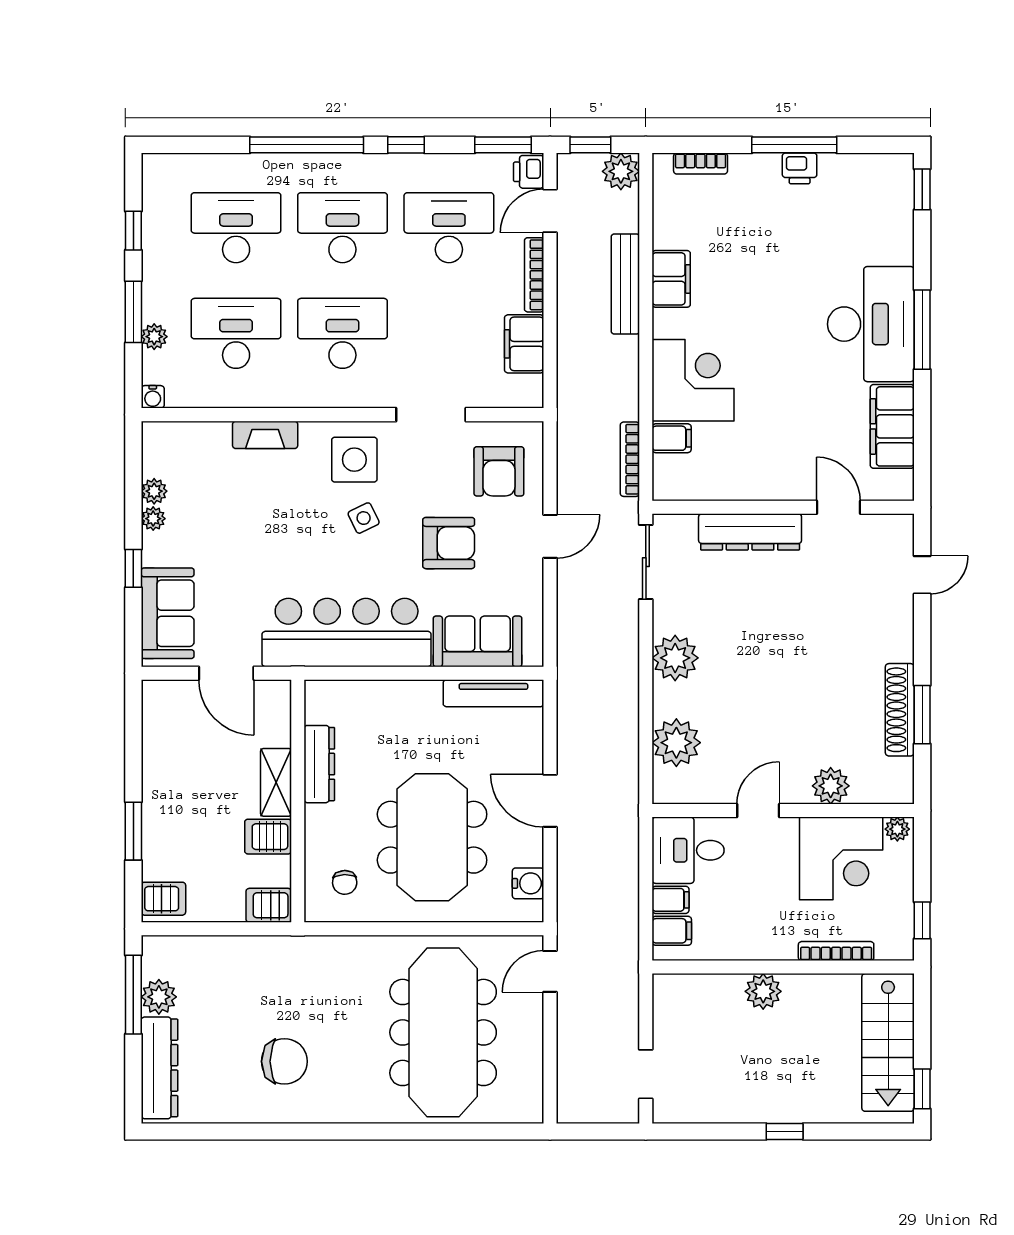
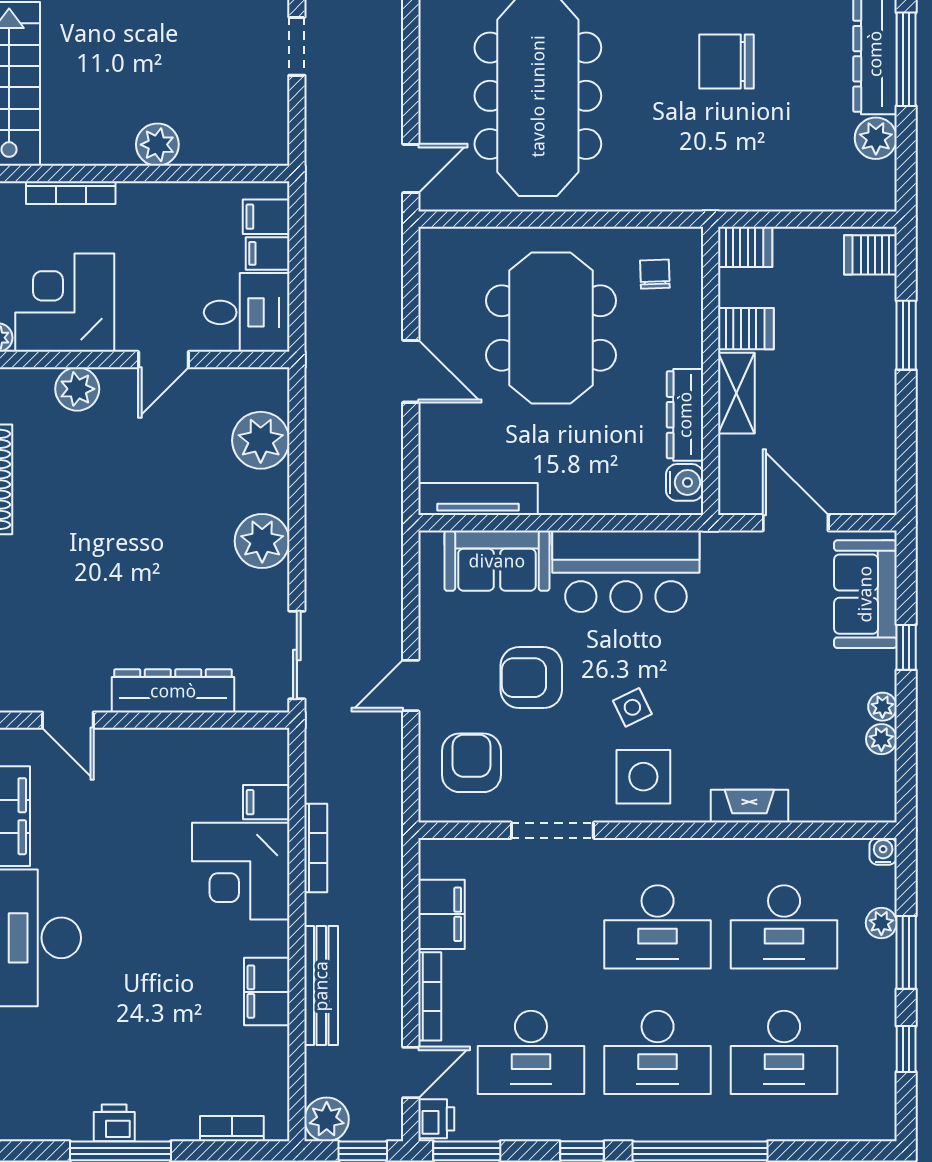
bookcase: (630, 459) -> (316, 848), moved
bar counter: (347, 633) -> (626, 571), width x0.73
water cooler: (528, 883) -> (685, 482), moved, turned 180
window: (133, 995) -> (906, 59), moved

